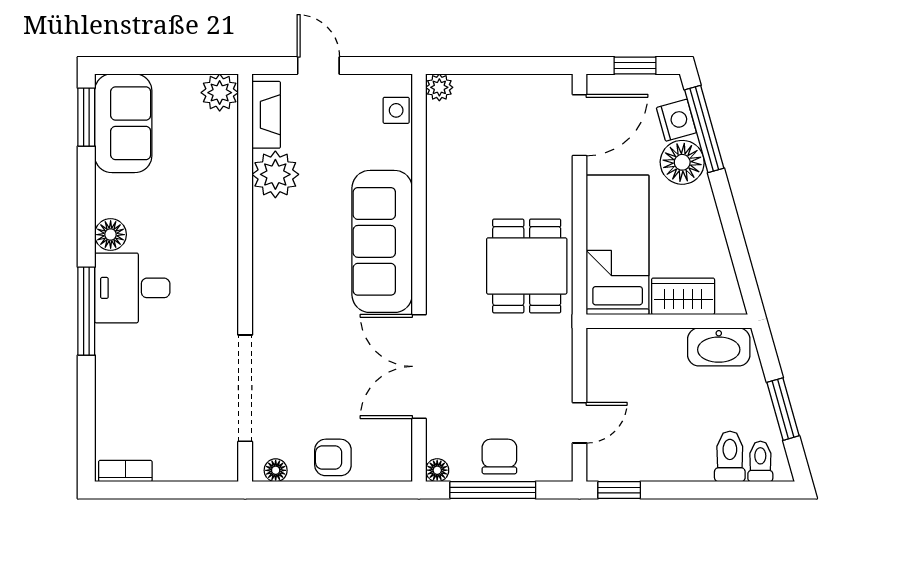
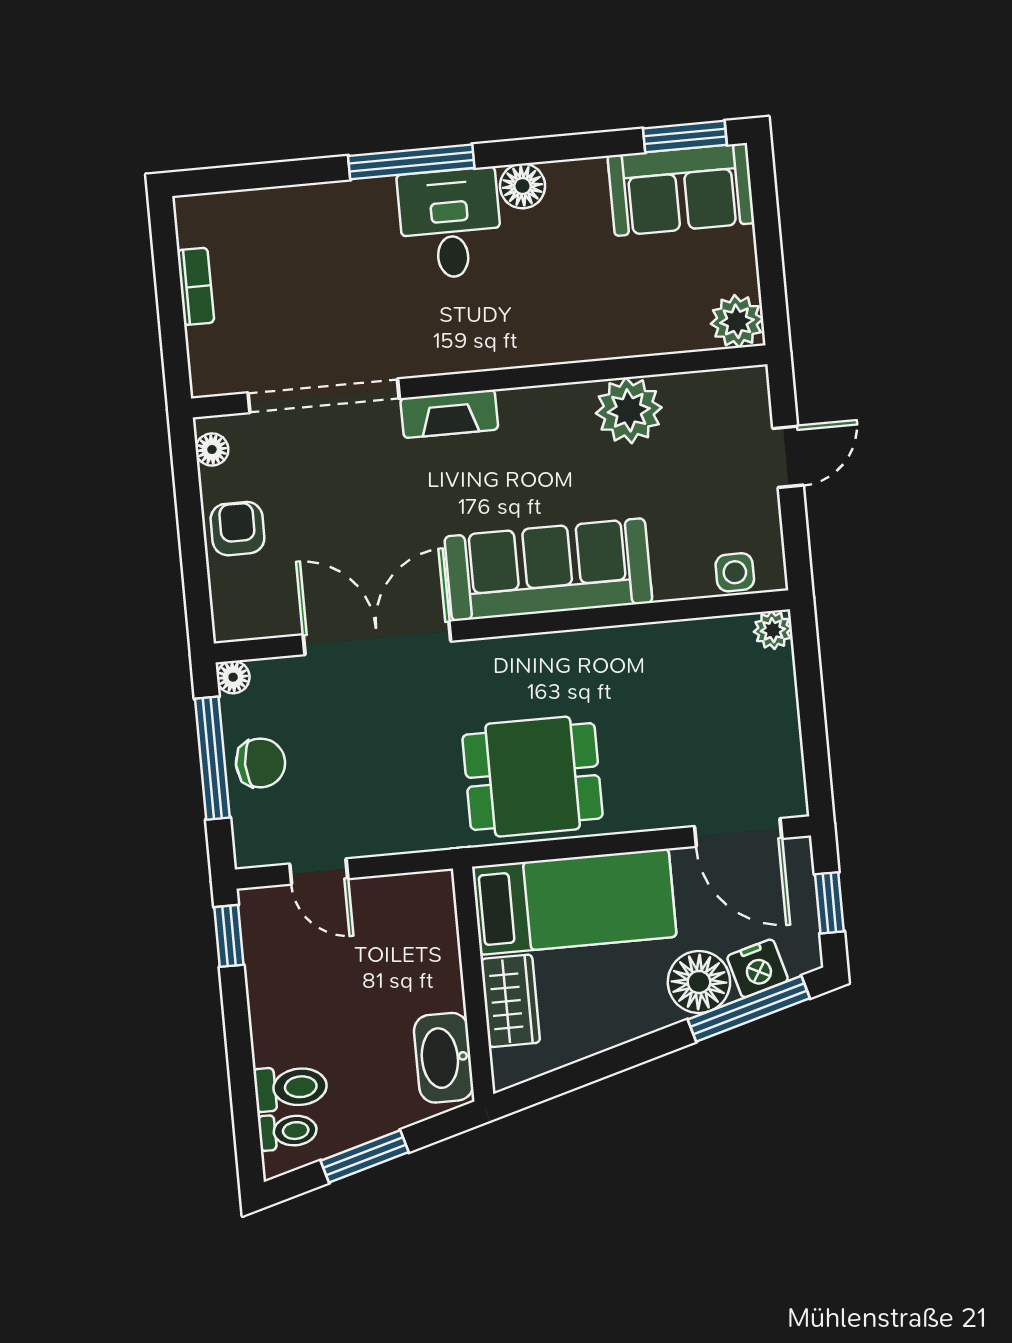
fireplace: (266, 115) -> (449, 414), moved
bookcase: (125, 471) -> (196, 286), moved

